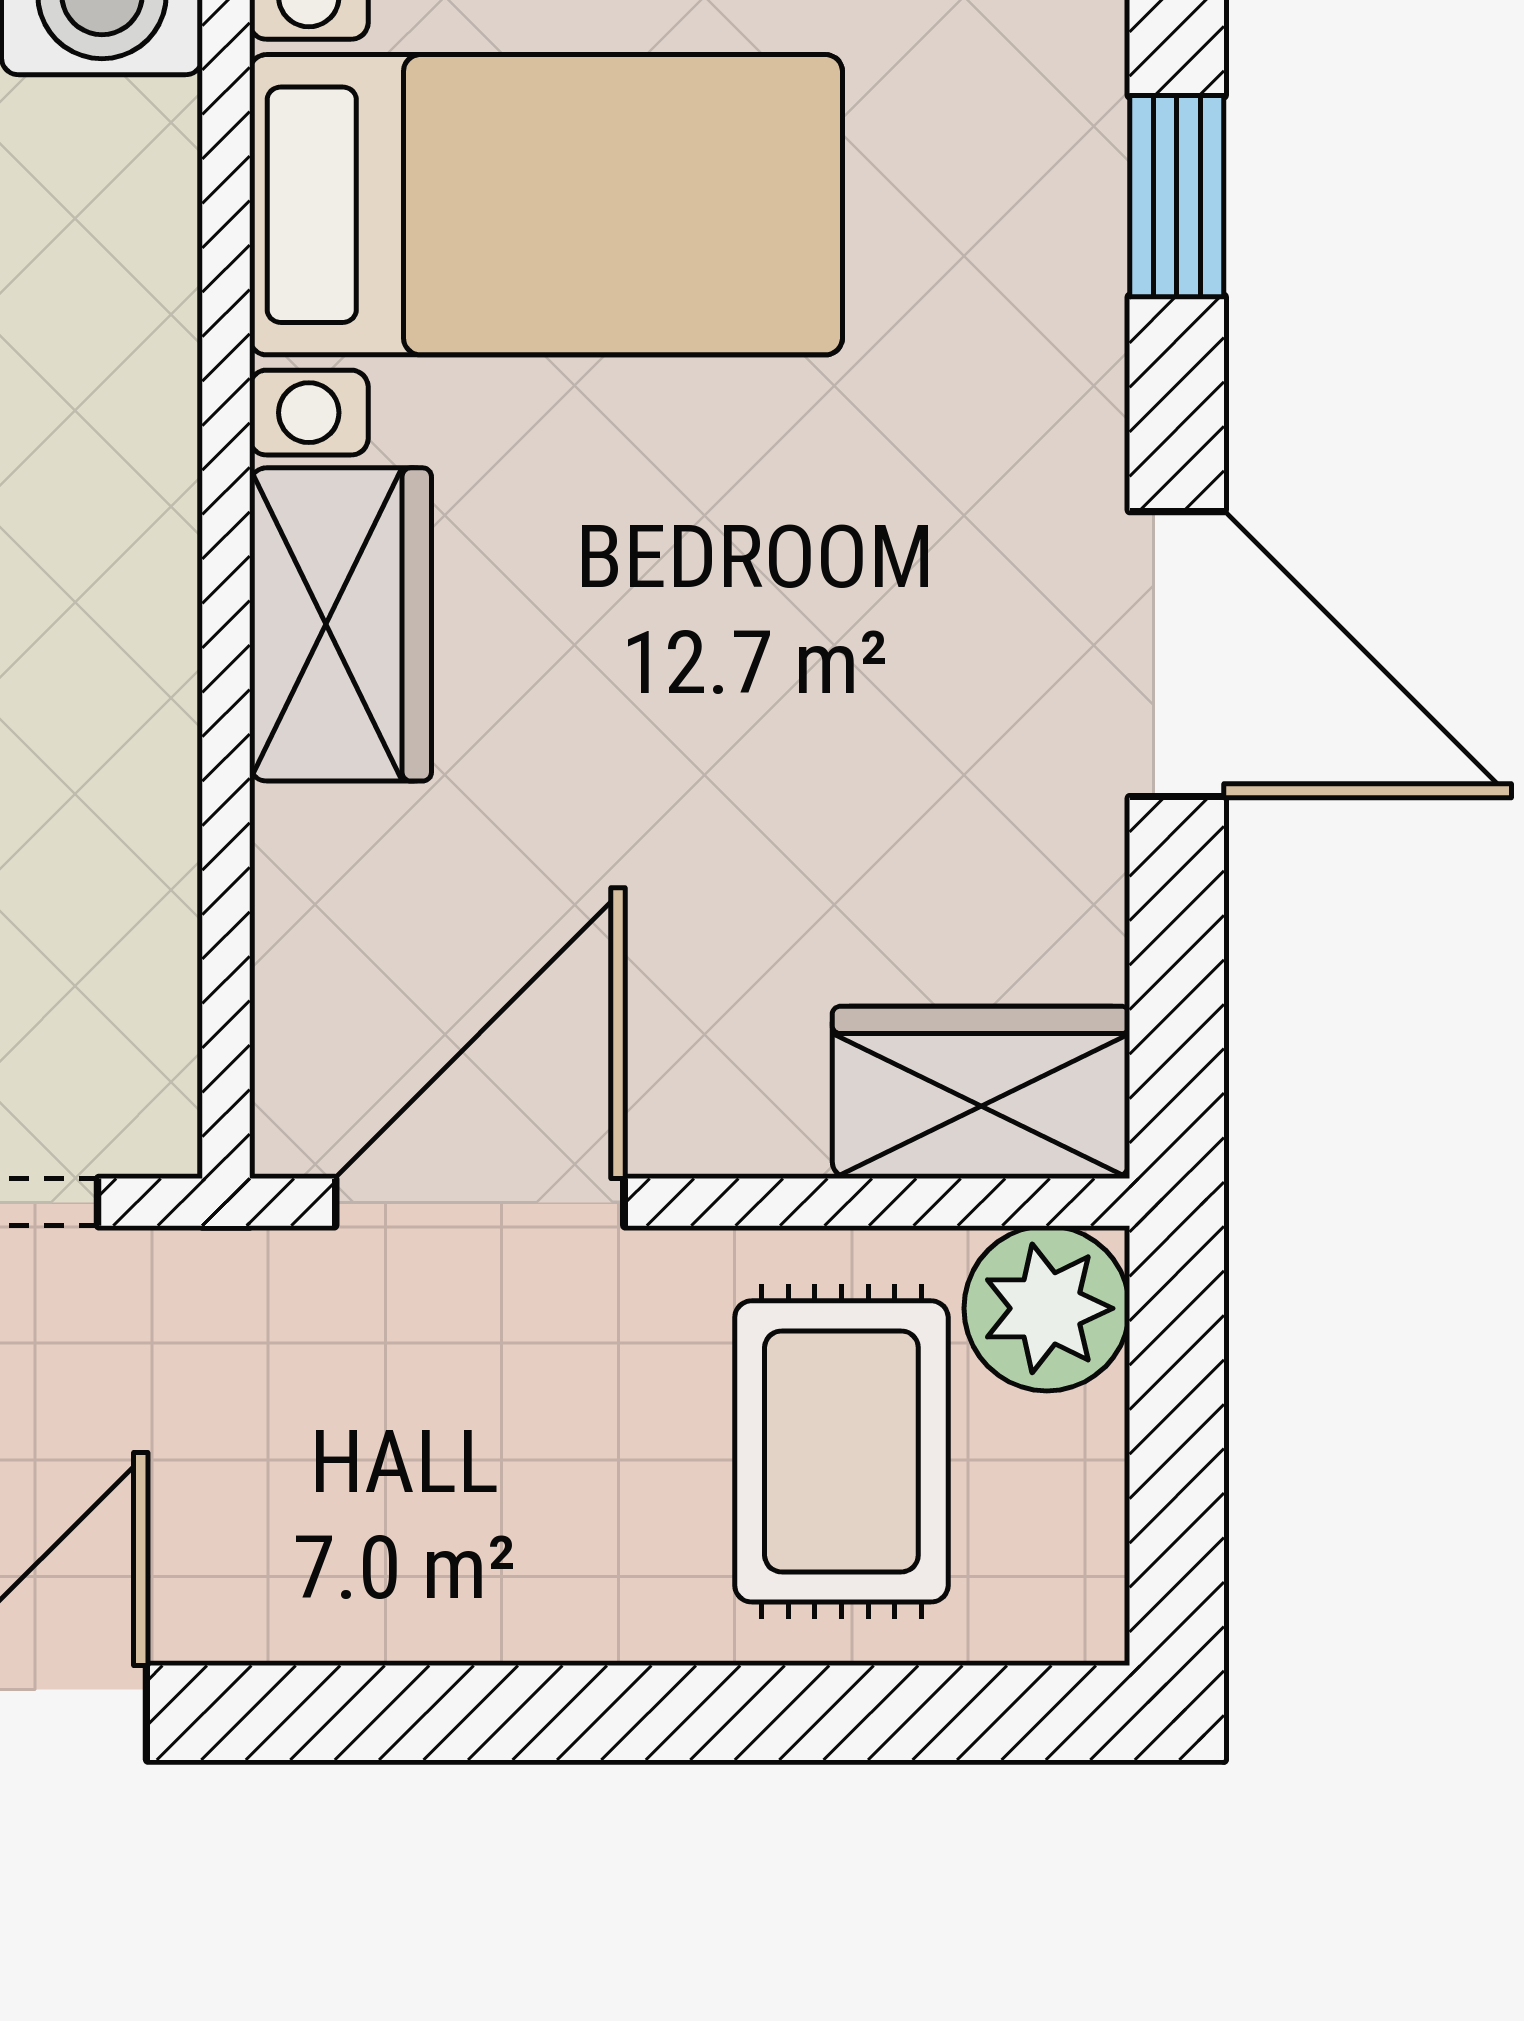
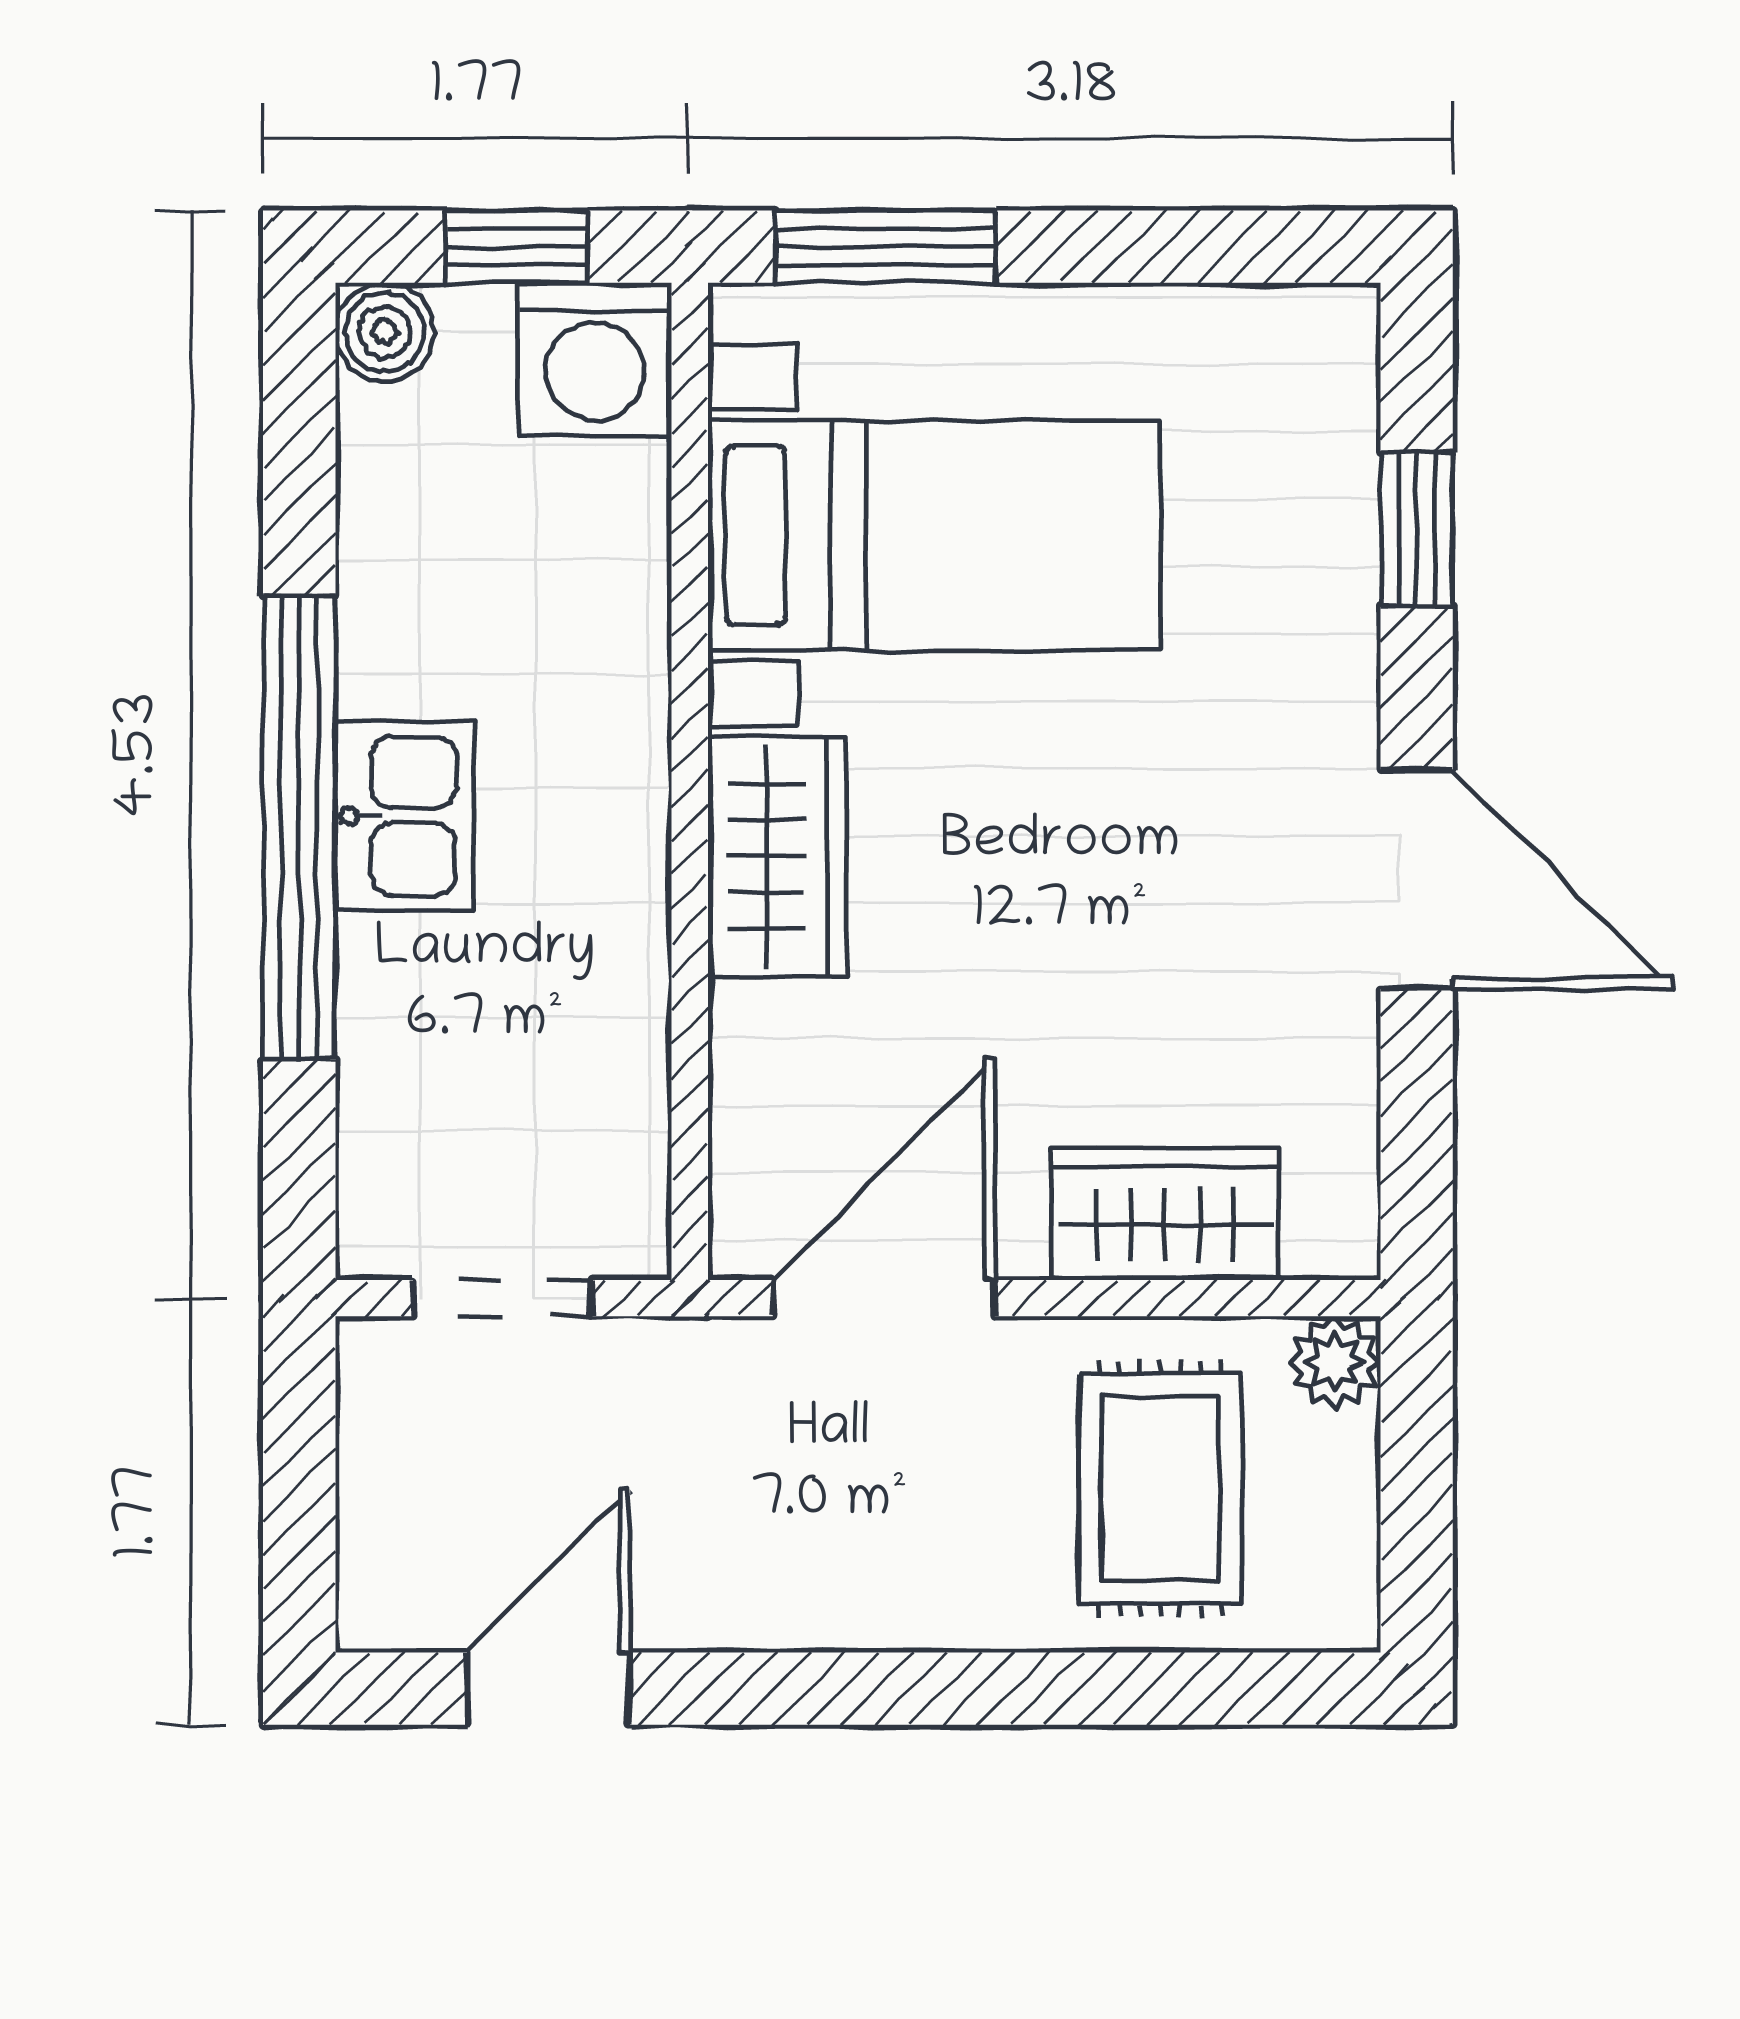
wardrobe: (981, 1092) -> (1165, 1214), moved
plant: (1047, 1308) -> (1335, 1362), width x0.73, depth x0.73

